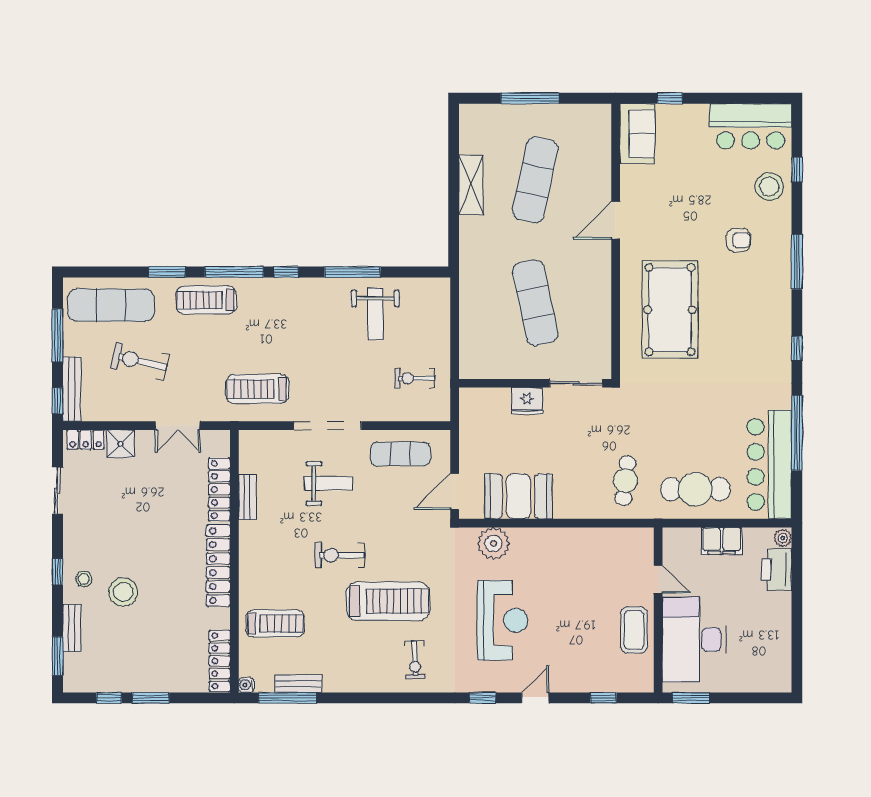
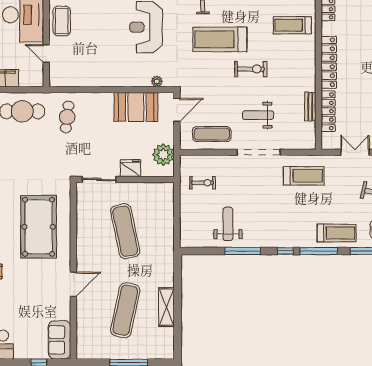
plant: (476, 422) -> (163, 155), added
plant: (493, 543) -> (157, 81), width x0.53, depth x0.53

